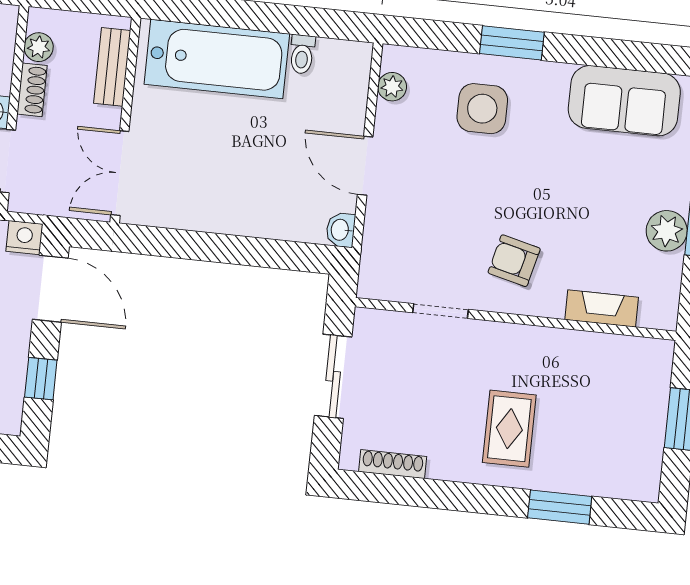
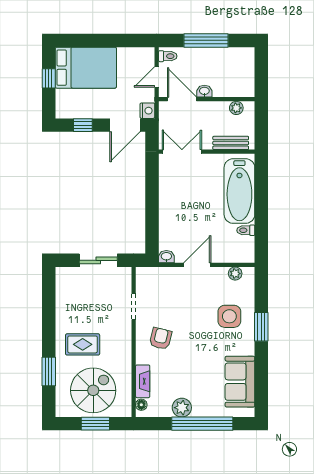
shoe rack: (32, 90) -> (216, 107), removed
floor lamp: (652, 317) -> (141, 405), added
spiral stairs: (610, 416) -> (93, 390), added
shoe rack: (393, 464) -> (60, 292), removed

